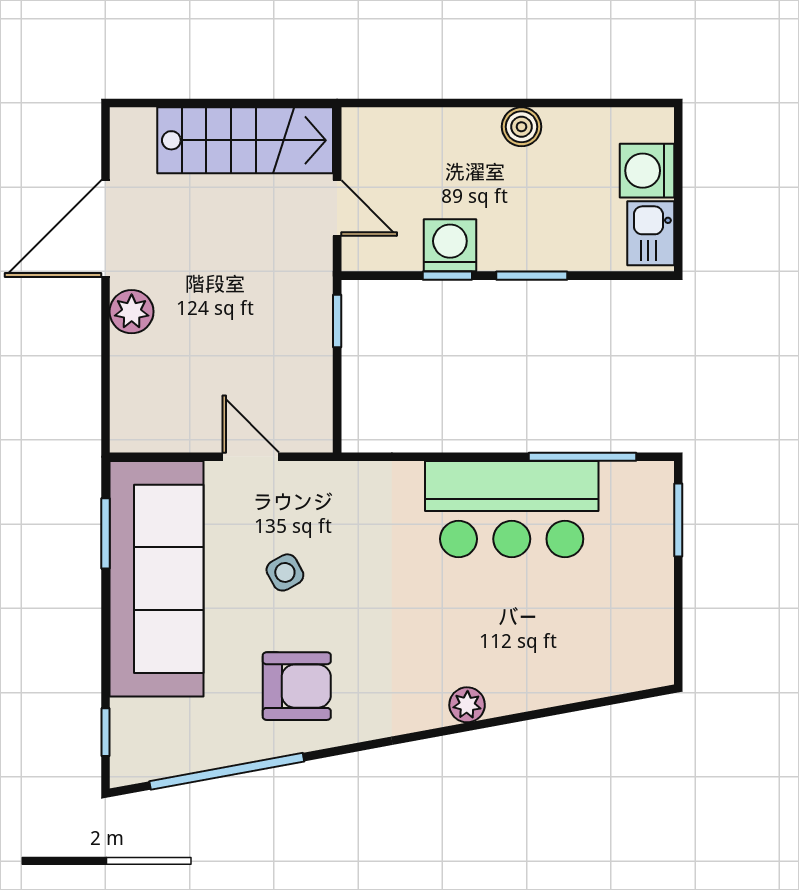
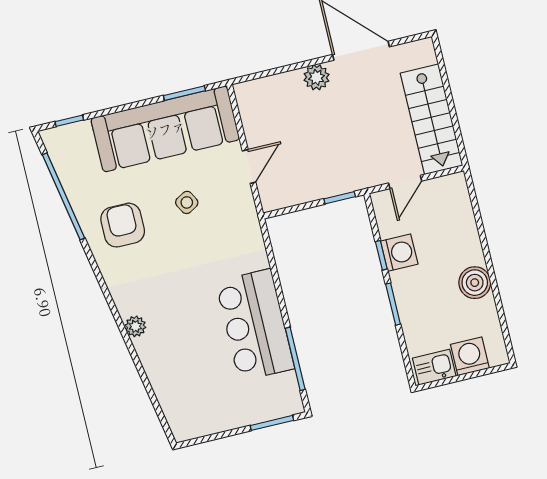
boiler: (521, 127) -> (475, 283), width x1.36, depth x1.36
armchair: (297, 686) -> (123, 225), turned 180

